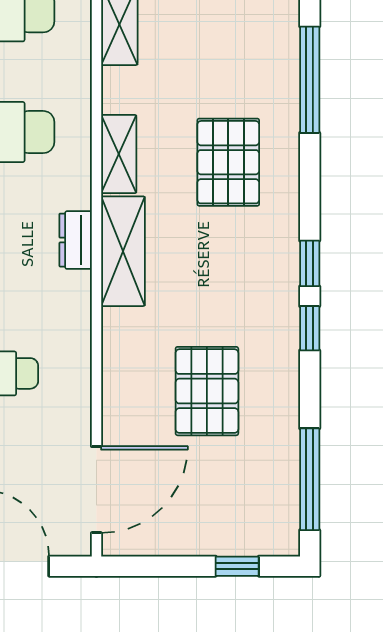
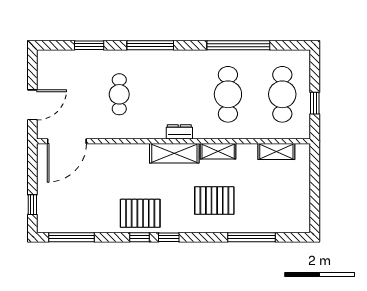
pallet: (207, 391) -> (140, 213), moved
door: (96, 490) -> (67, 141), hinge flipped

